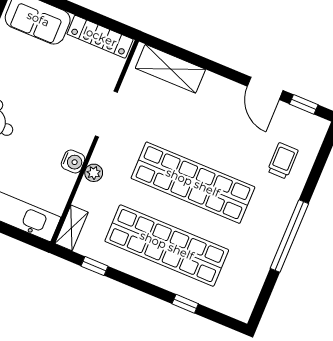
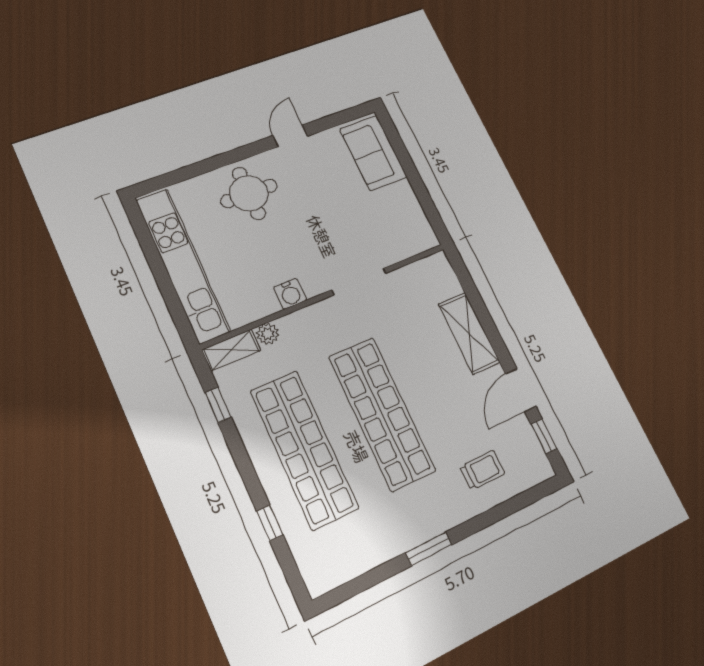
locker: (100, 37) -> (413, 215), removed
shelving: (170, 69) -> (469, 333), moved
plant: (94, 173) -> (268, 334), moved
window: (289, 236) -> (429, 549), width x0.47

